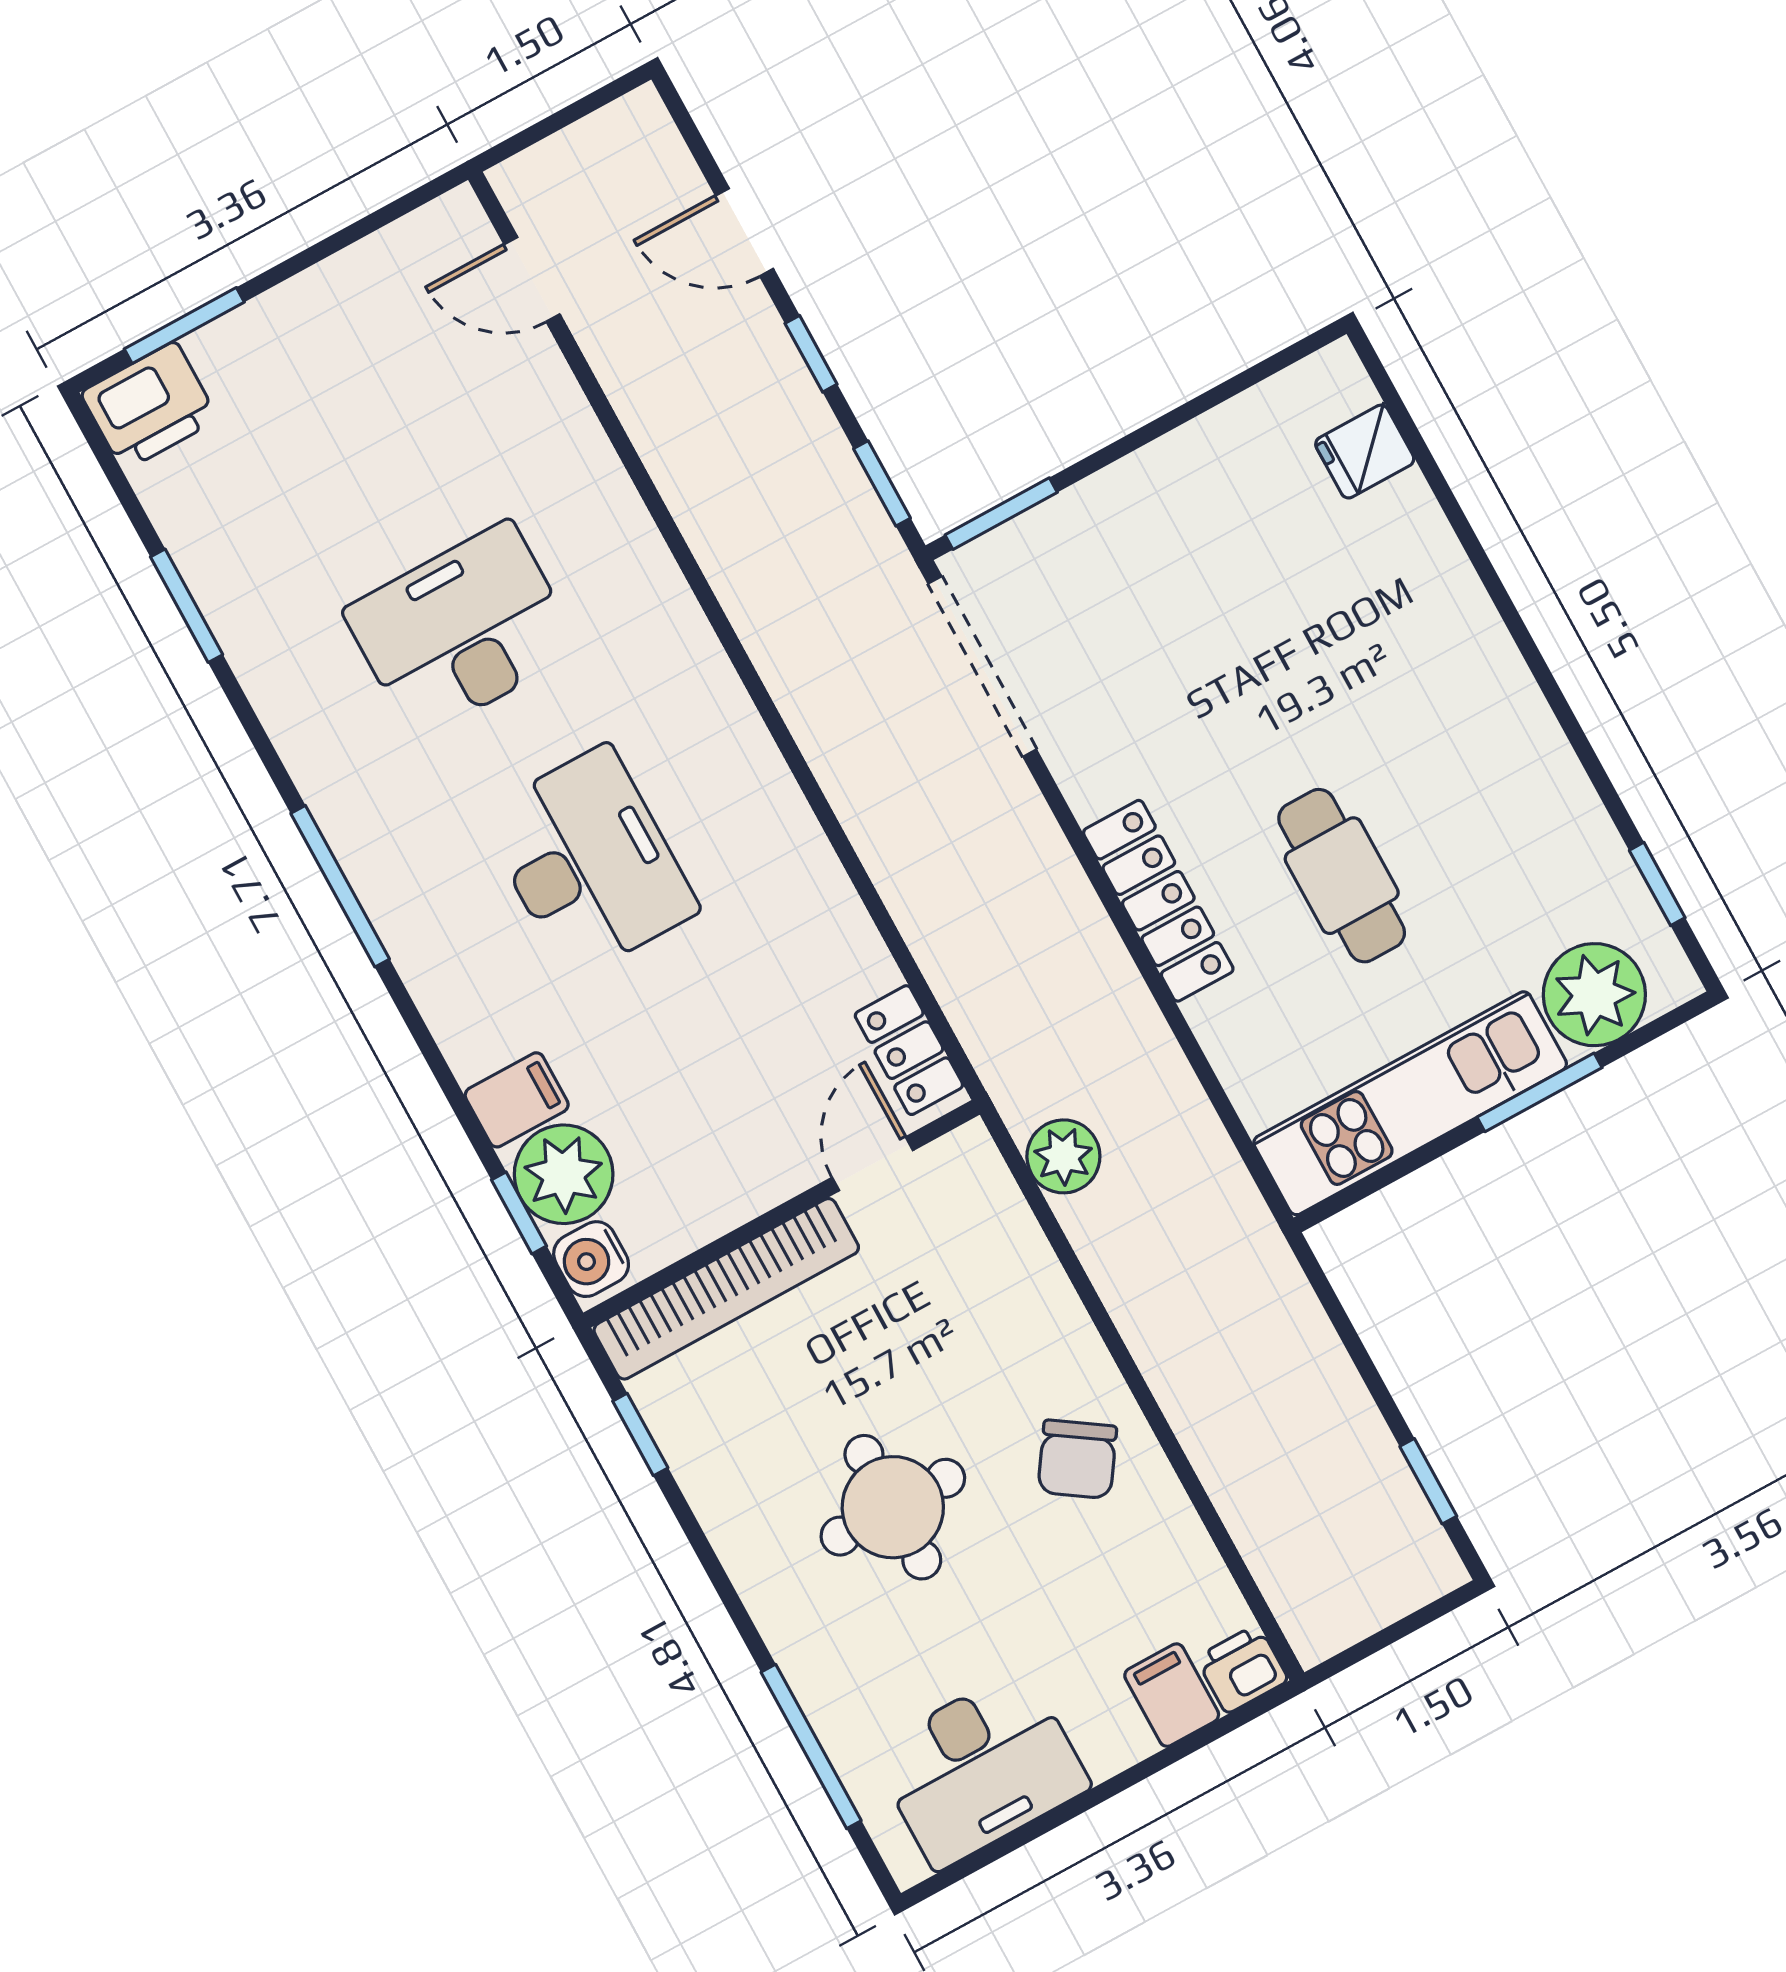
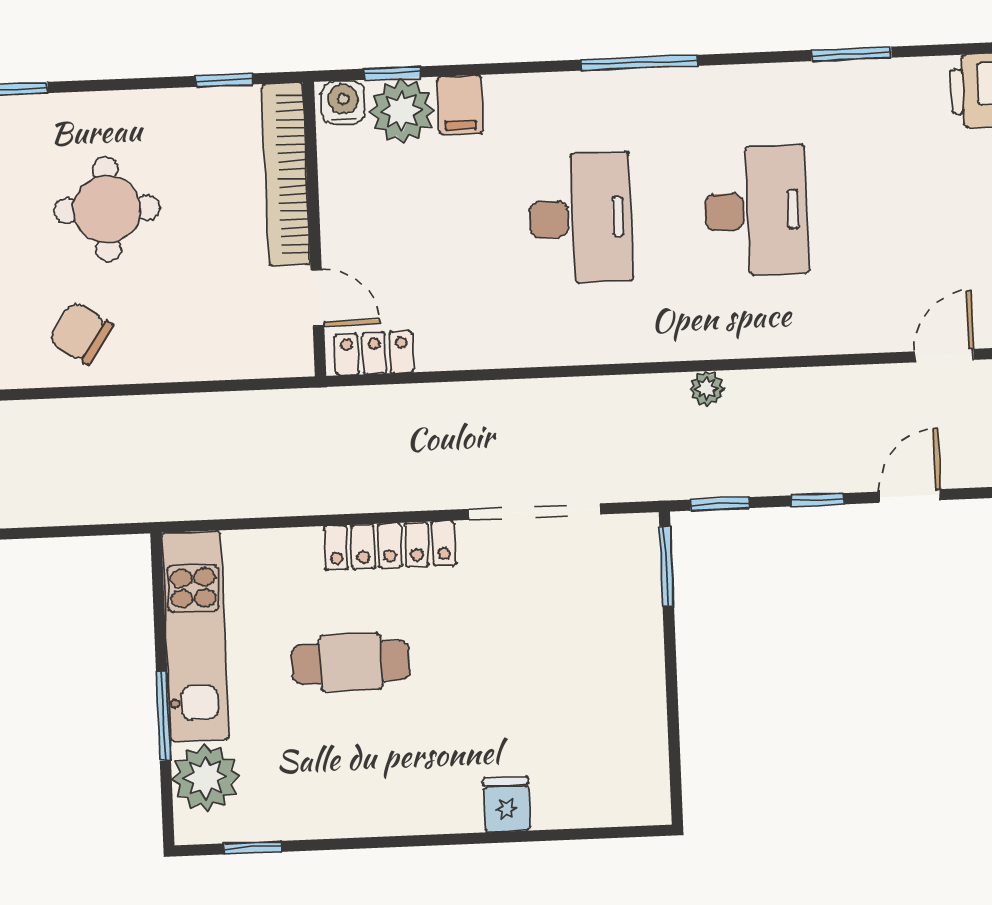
fridge: (1365, 452) -> (506, 804), moved
doorway: (982, 667) -> (535, 512), moved
desk: (589, 862) -> (580, 218), turned -90
plant: (1063, 1156) -> (707, 389), moved, width x0.73, depth x0.73

